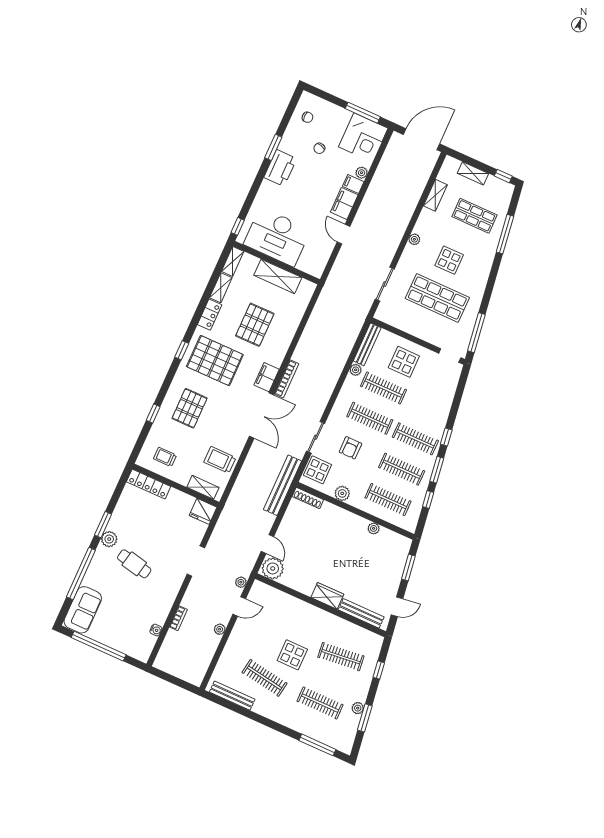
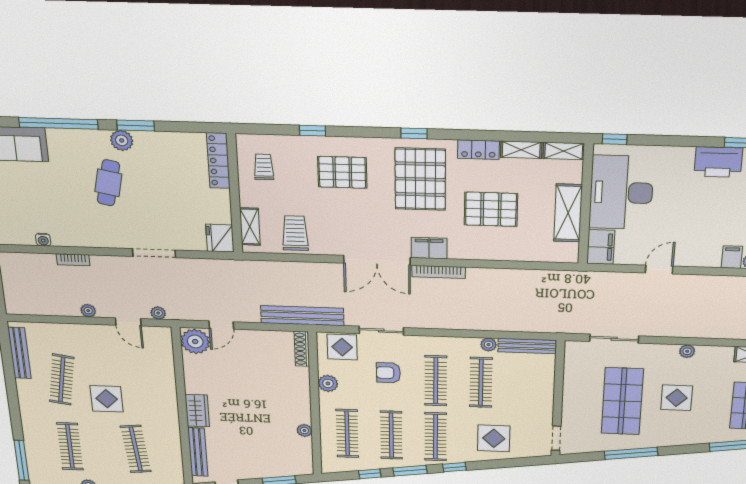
filing cabinet: (344, 203) -> (601, 247), moved, turned 90
window: (476, 333) -> (631, 453), moved
display table: (404, 362) -> (494, 438), moved

